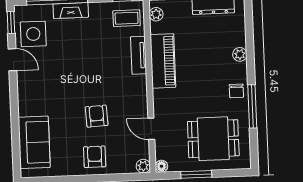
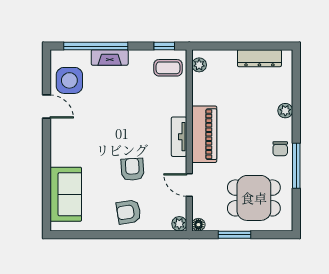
window: (11, 23) -> (46, 67), removed
tv unit: (139, 55) -> (179, 137), moved
piano: (163, 61) -> (204, 134), moved
armchair: (95, 157) -> (129, 212), turned -99

